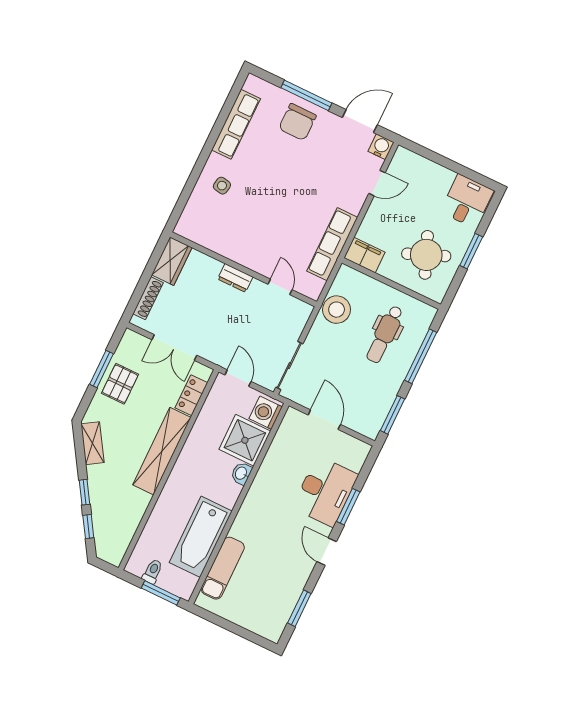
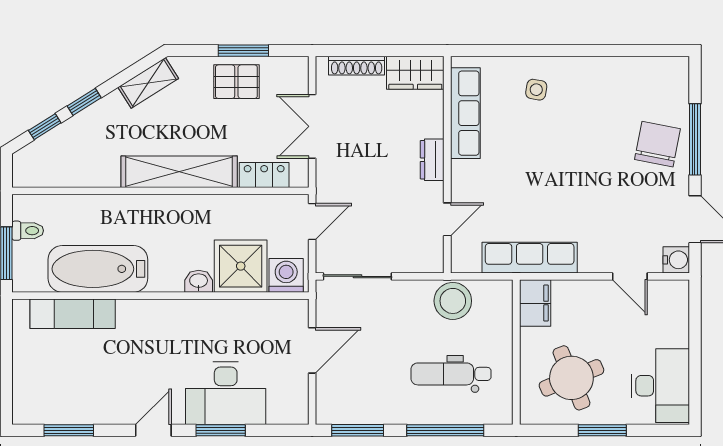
chair: (297, 122) -> (657, 144), turned 101
row of seats: (236, 124) -> (465, 113), moved, turned -90
desk: (467, 201) -> (660, 386), width x1.37

